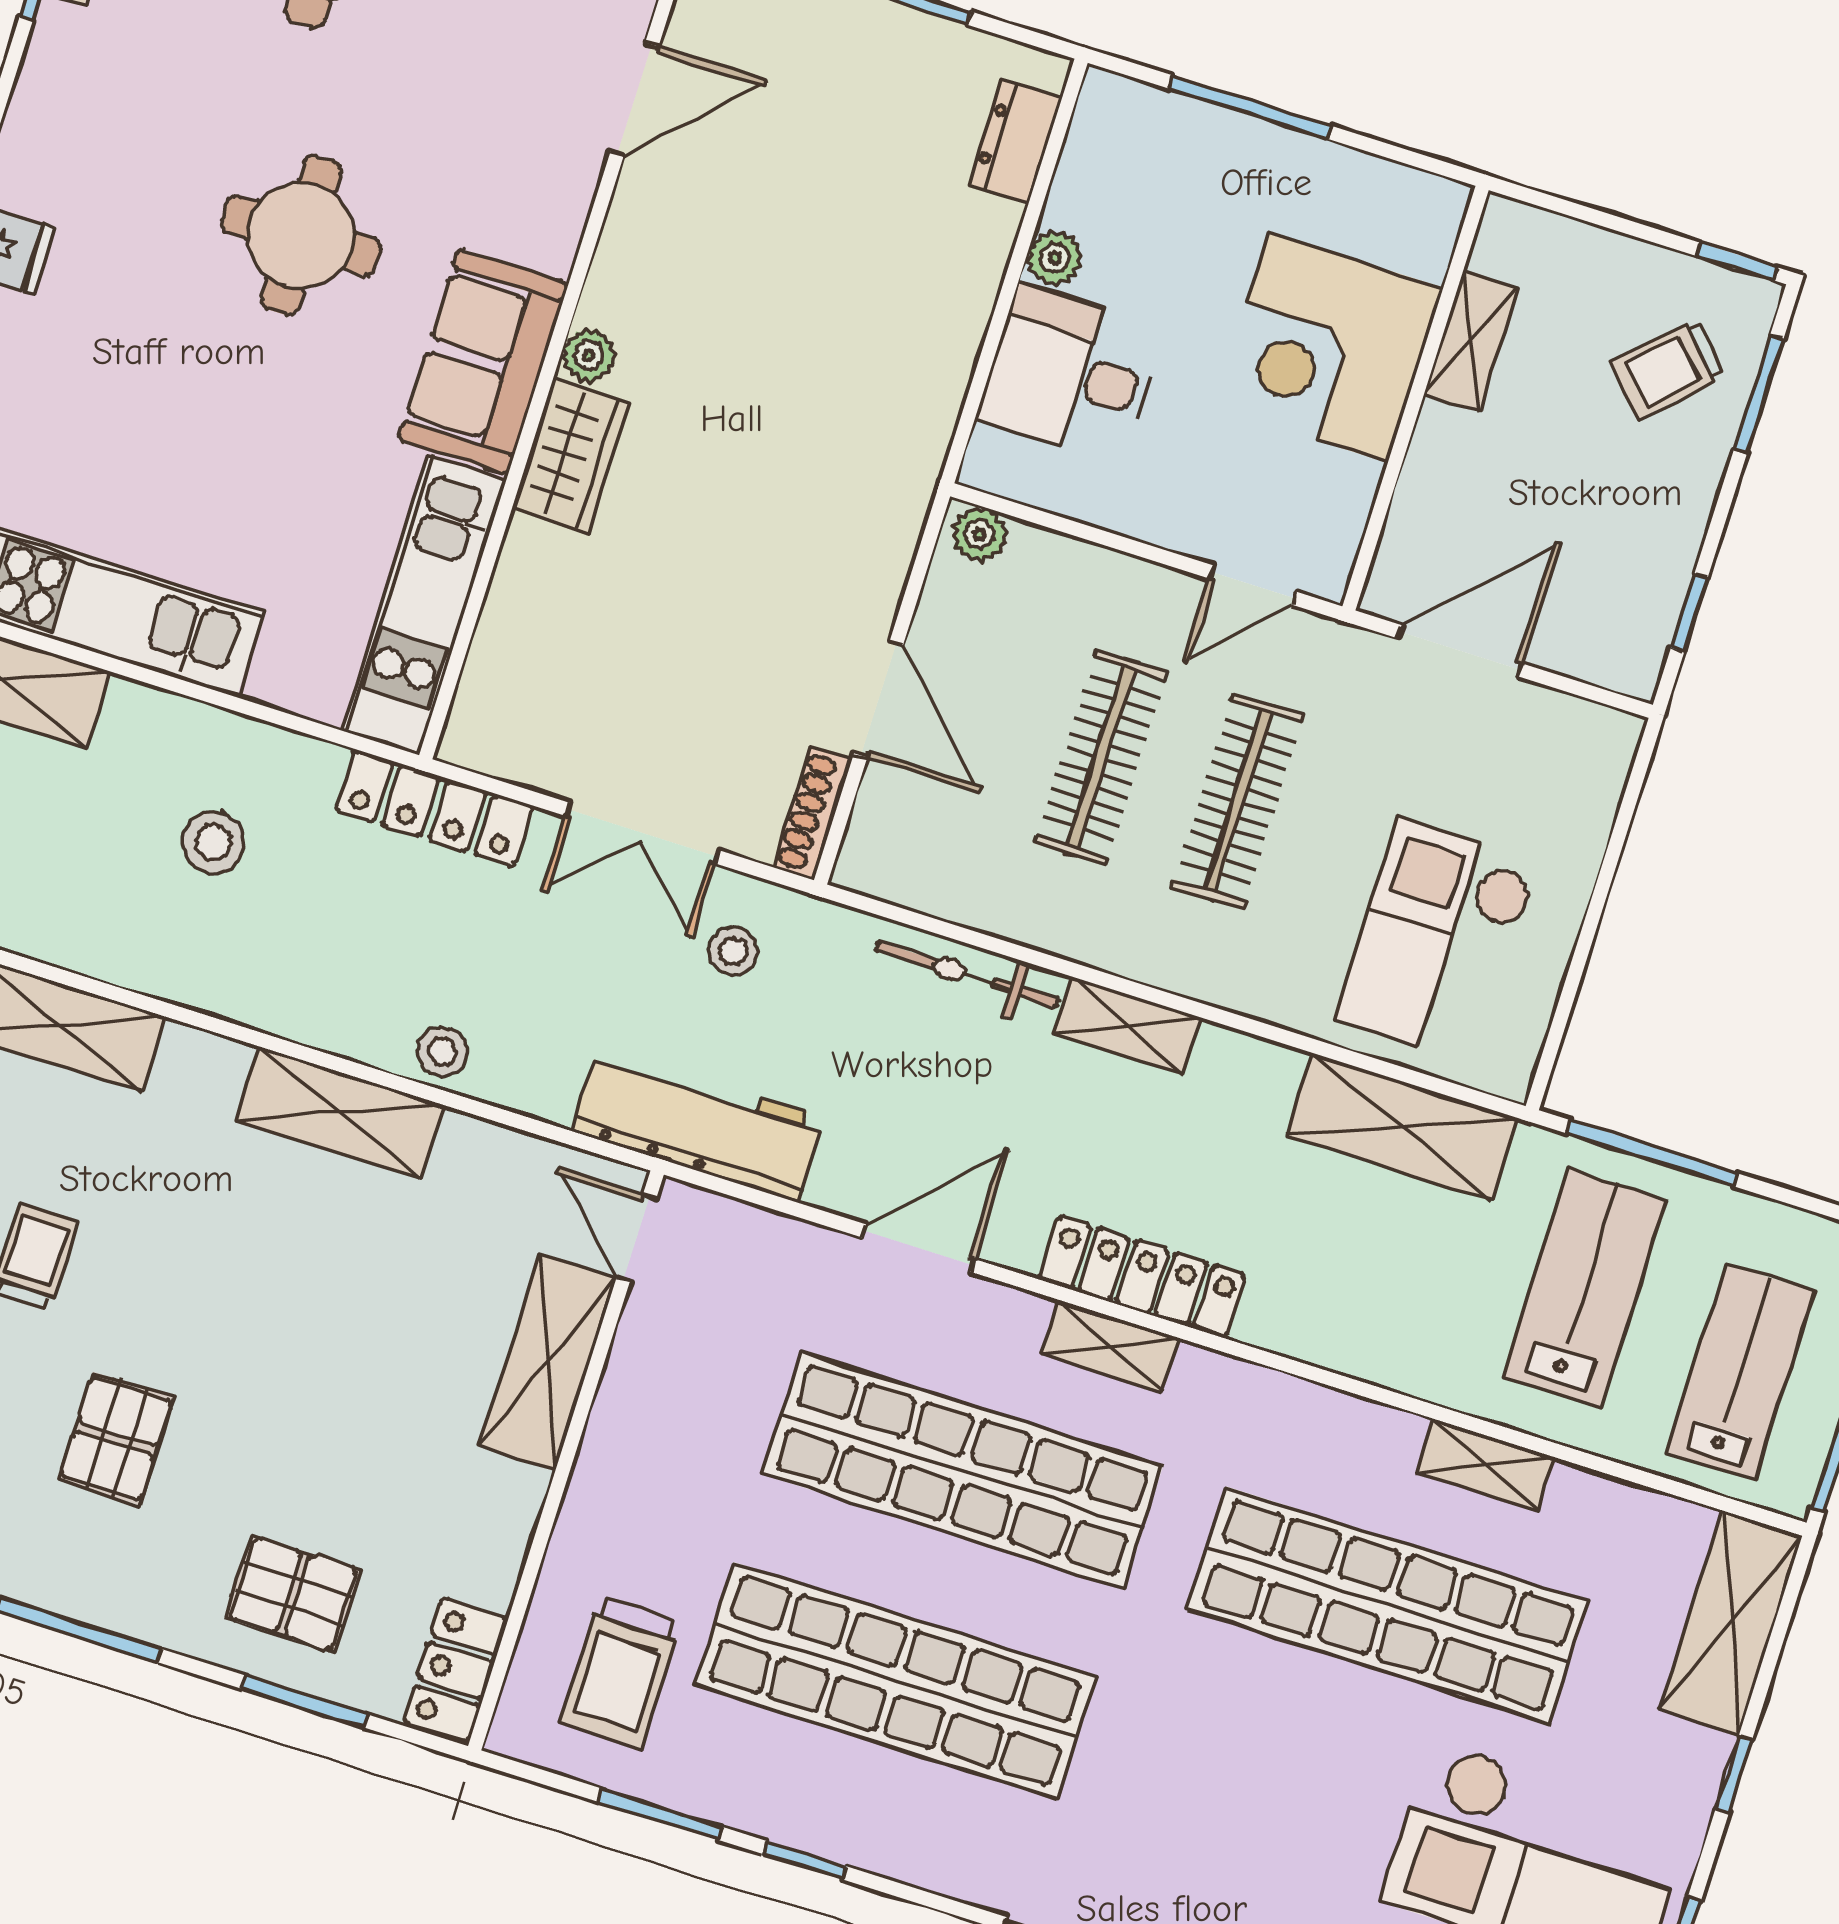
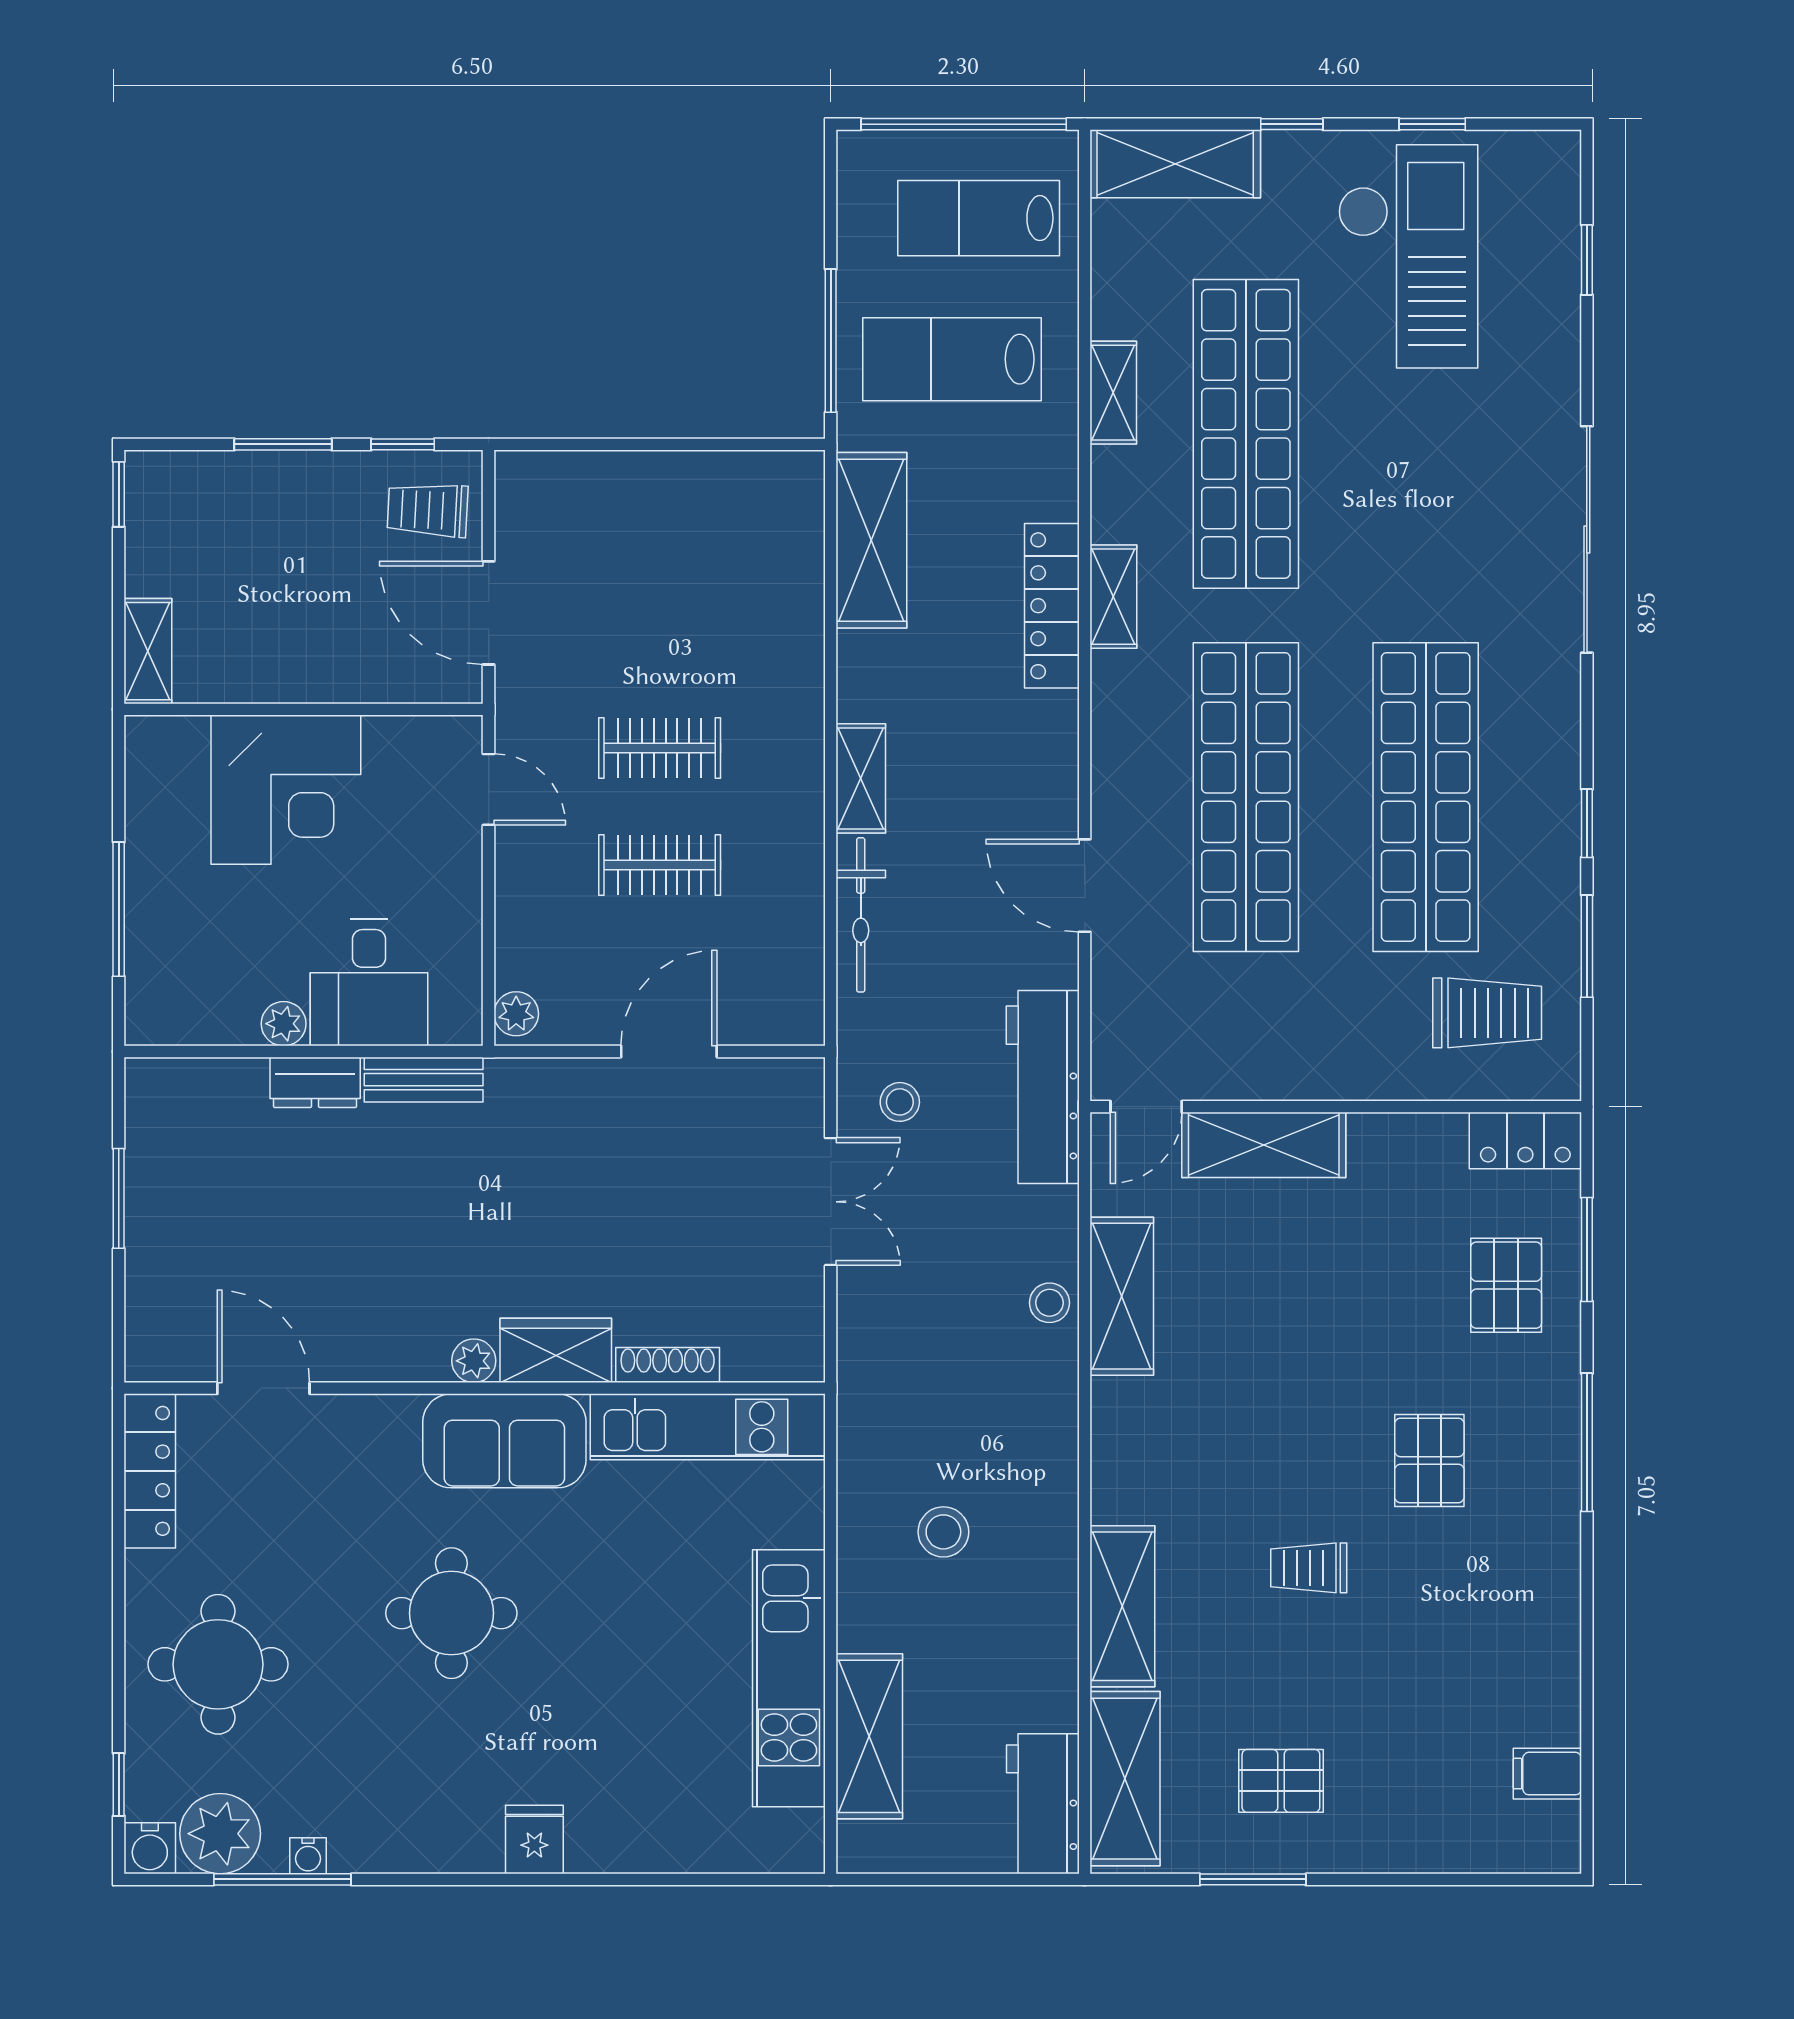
dresser: (1016, 141) -> (315, 1082), moved
shelving: (1471, 341) -> (148, 651), moved, turned 90
trolley: (1668, 369) -> (428, 510), moved, turned 137
window: (1759, 394) -> (283, 444), moved
bench: (937, 401) -> (424, 1080), added
clothes rail: (1101, 758) -> (660, 865), width x0.73
clothes rail: (1238, 801) -> (660, 748), width x0.73
locker: (434, 808) -> (863, 1369), removed
shoe rack: (813, 813) -> (668, 1365), moved, turned 180
checkout: (1437, 942) -> (719, 559), removed
shelving: (340, 1113) -> (1122, 1296), moved
locker: (1142, 1277) -> (1052, 606), moved
shelving: (1110, 1346) -> (1113, 597), moved
pallet: (116, 1439) -> (1429, 1460), turned 90

